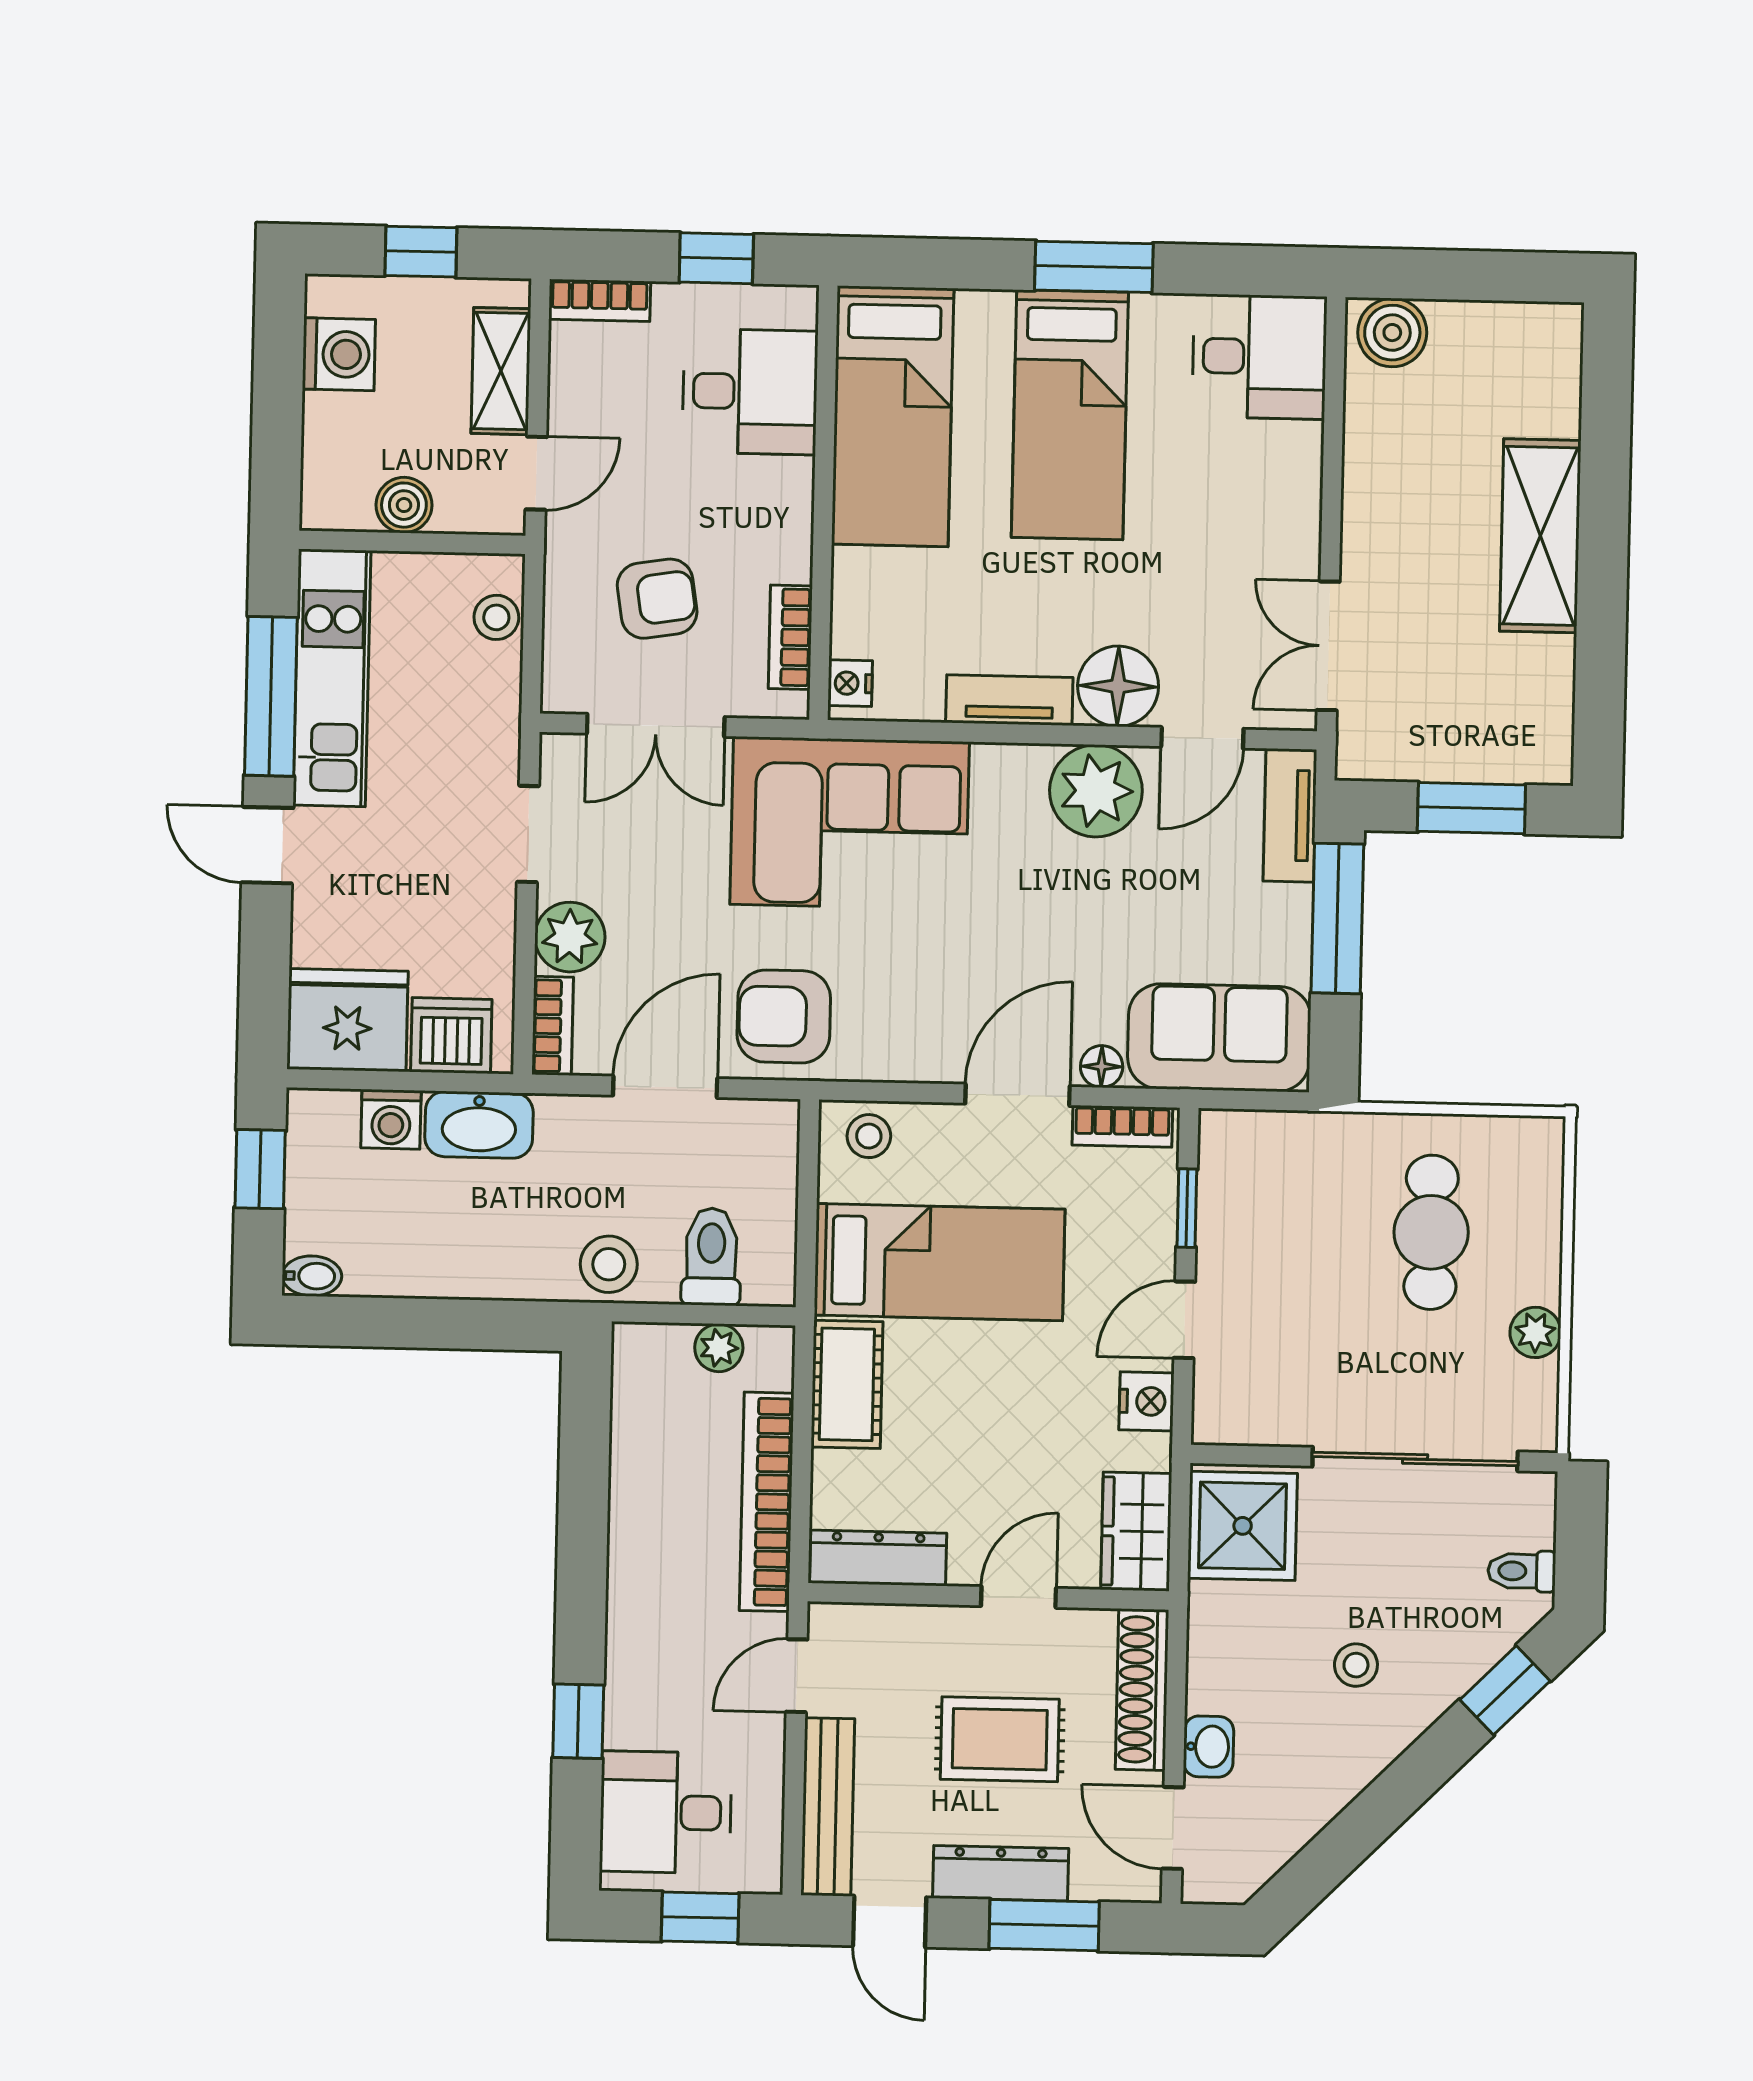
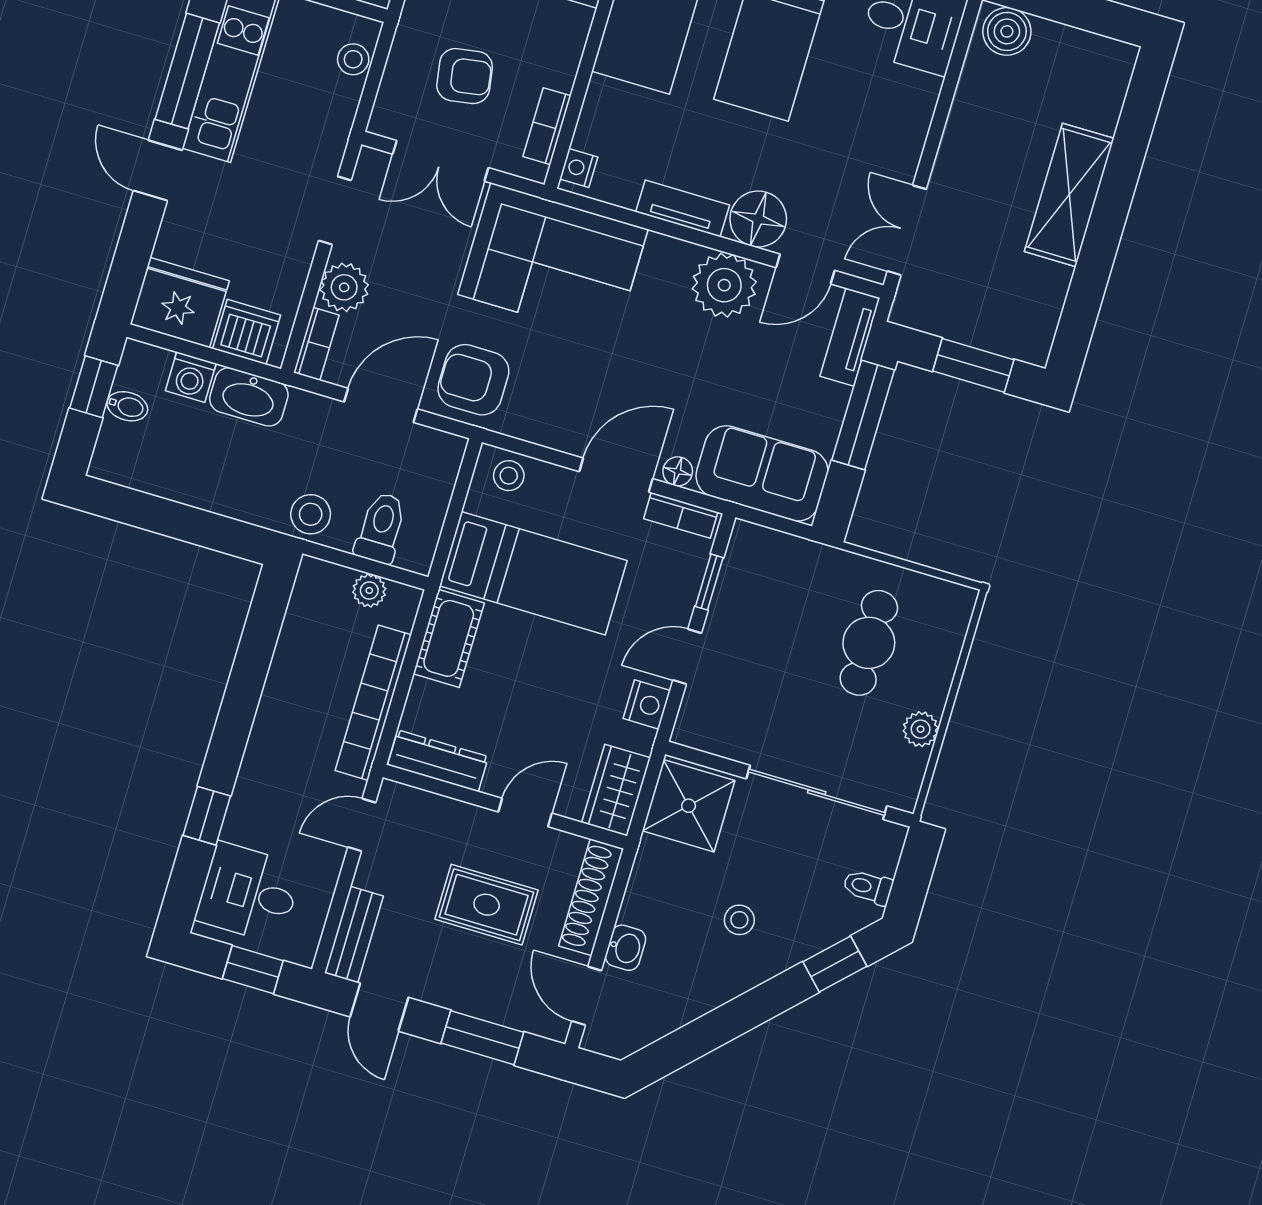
bidet: (312, 1276) -> (127, 406), moved
bench: (828, 1807) -> (354, 935), width x0.73
dresser: (1001, 1873) -> (463, 995), removed

